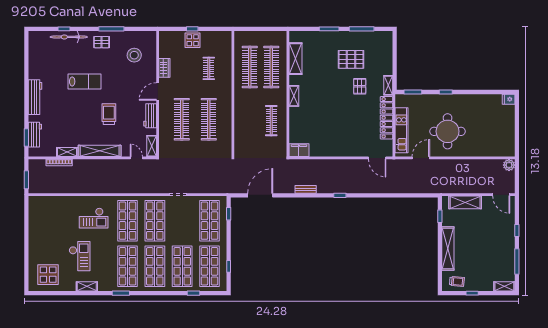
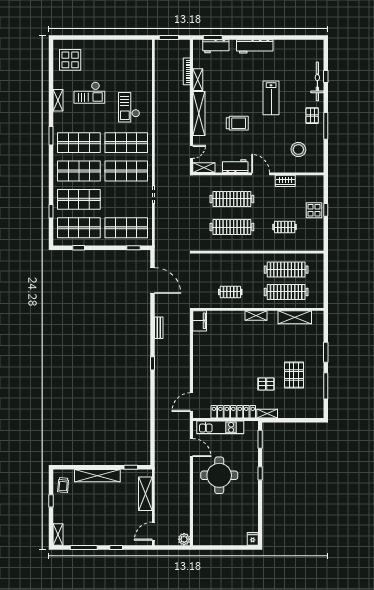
clothes rail: (271, 121) -> (230, 292), width x0.73

